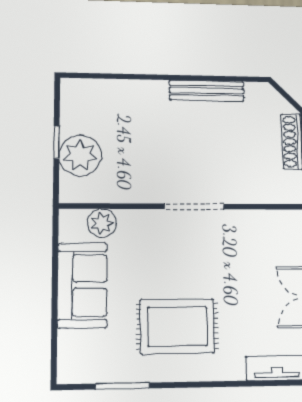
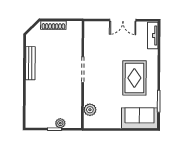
plant: (80, 156) -> (60, 123), width x0.53, depth x0.53
sofa: (82, 285) -> (140, 118), moved

